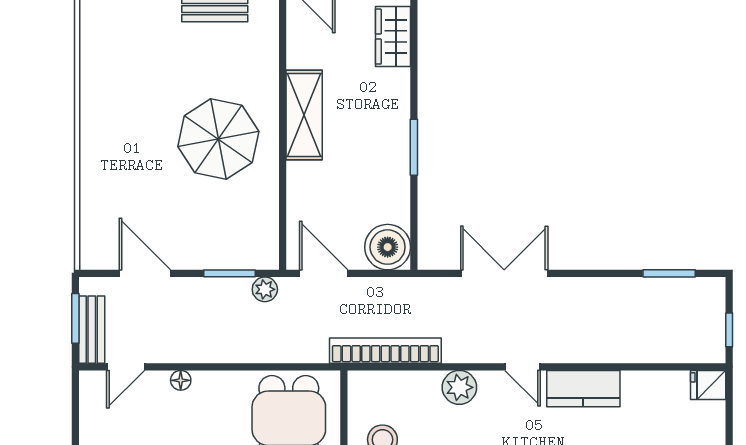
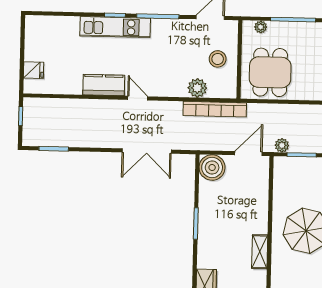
shelving: (304, 115) -> (260, 252), width x0.67, depth x0.75
door: (324, 273) -> (248, 154), swing flipped
fridge: (708, 385) -> (34, 70), moved
plant: (459, 387) -> (197, 88), moved

